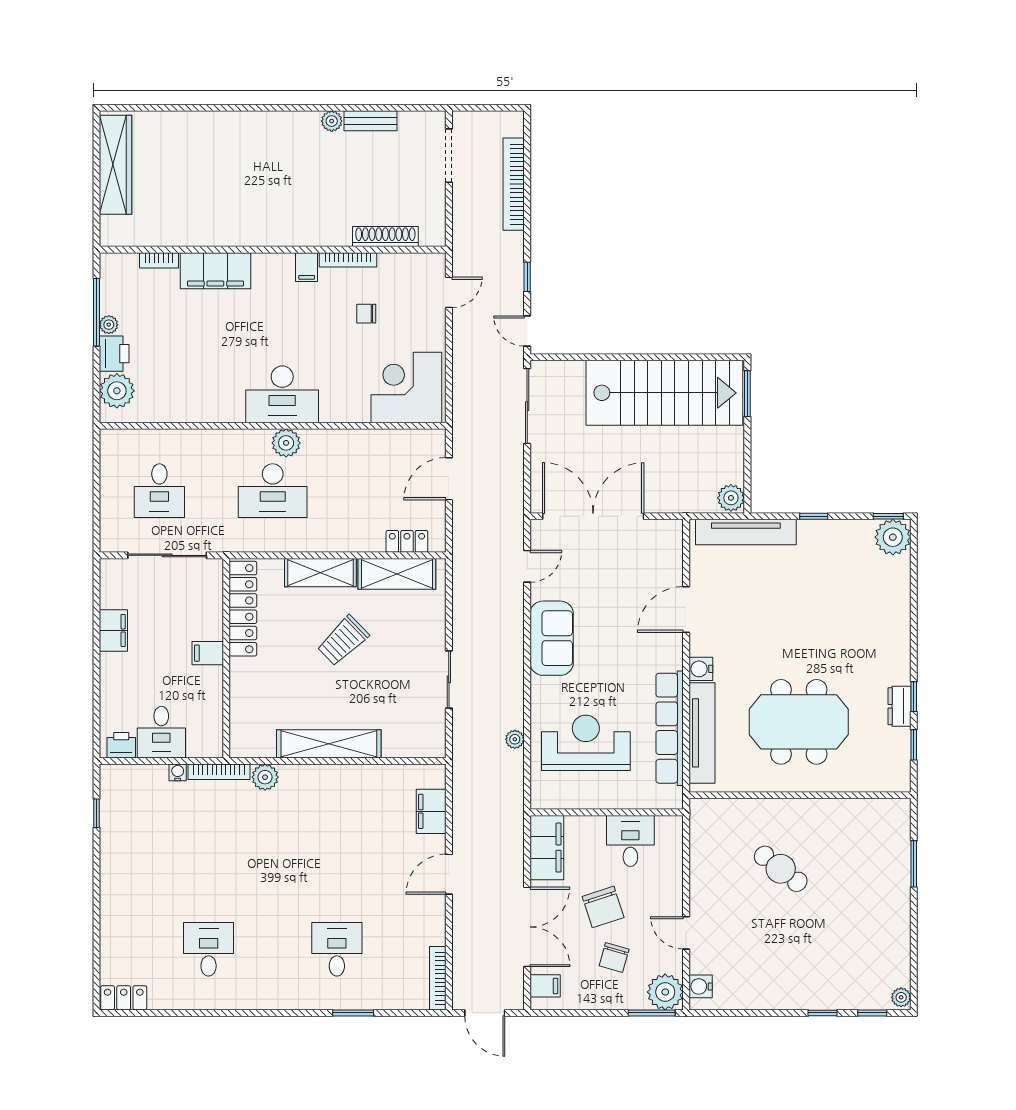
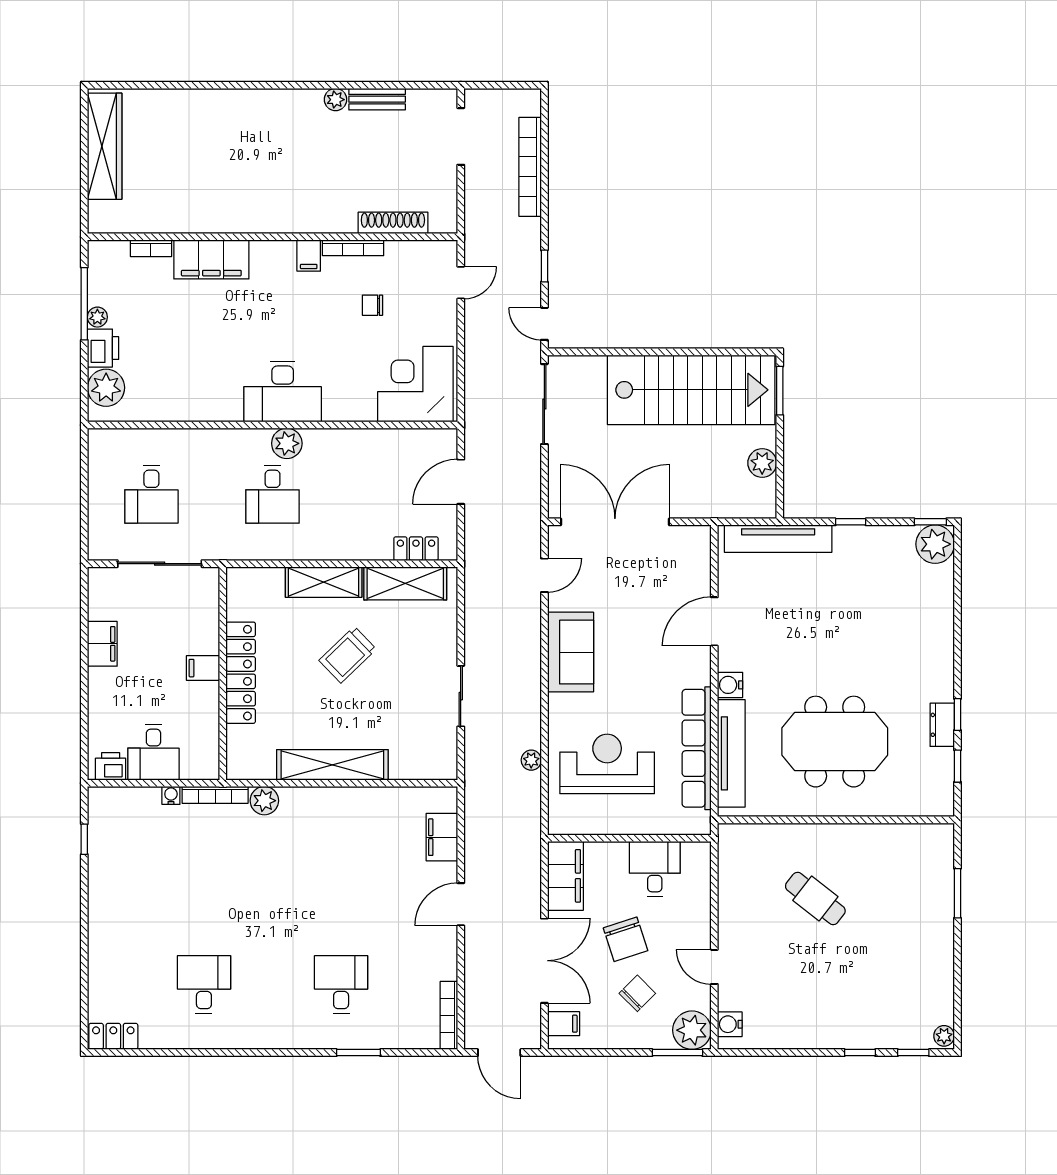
desk: (273, 491) -> (273, 494), width x0.73
plant: (731, 498) -> (762, 463), moved
locker: (243, 609) -> (241, 673), moved
chair: (614, 958) -> (637, 993), turned -151

